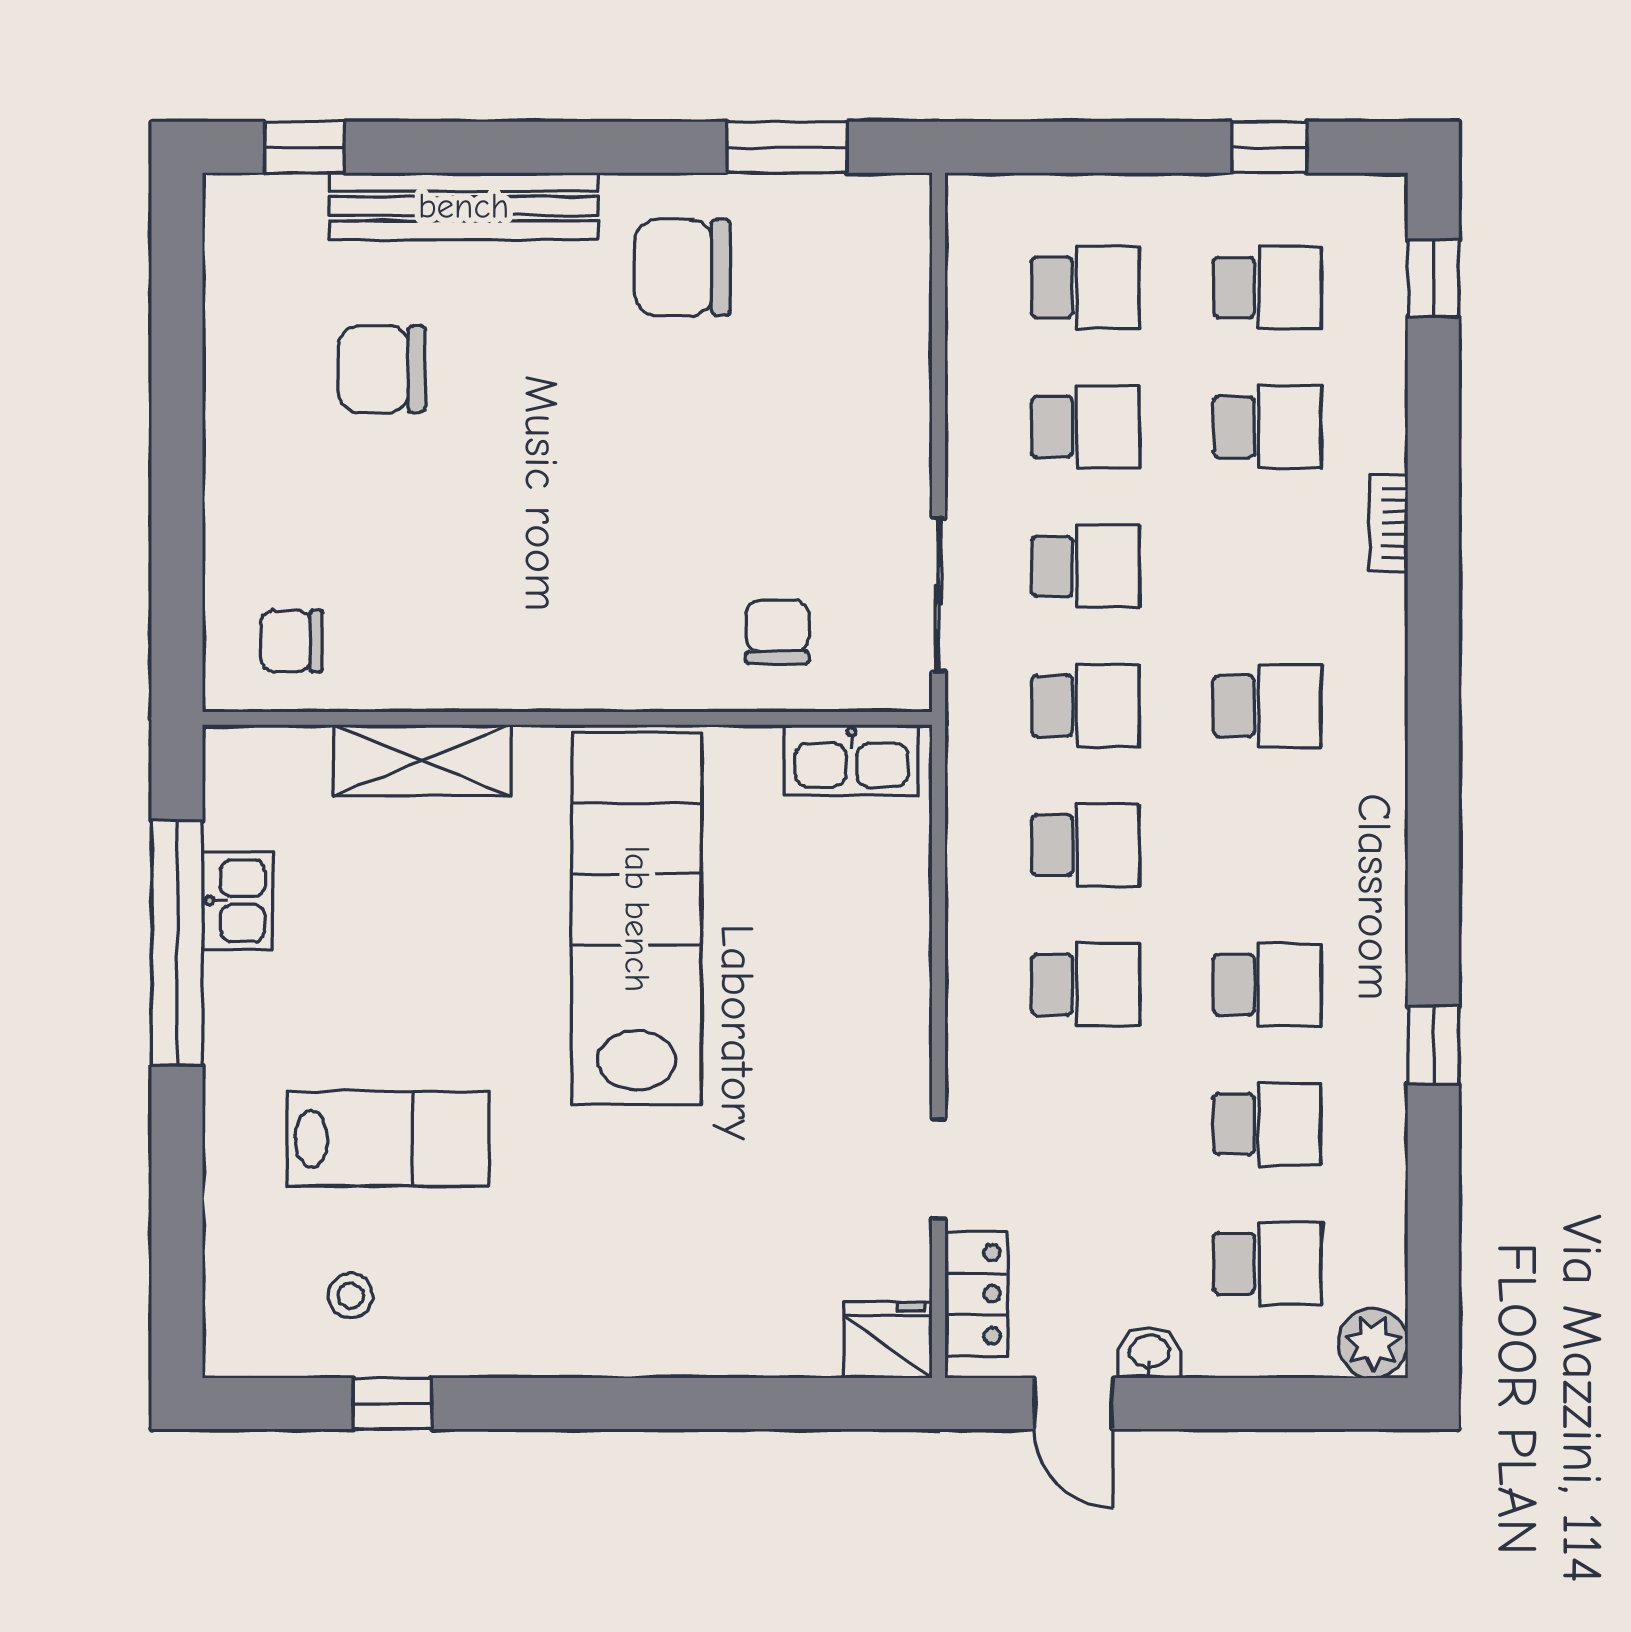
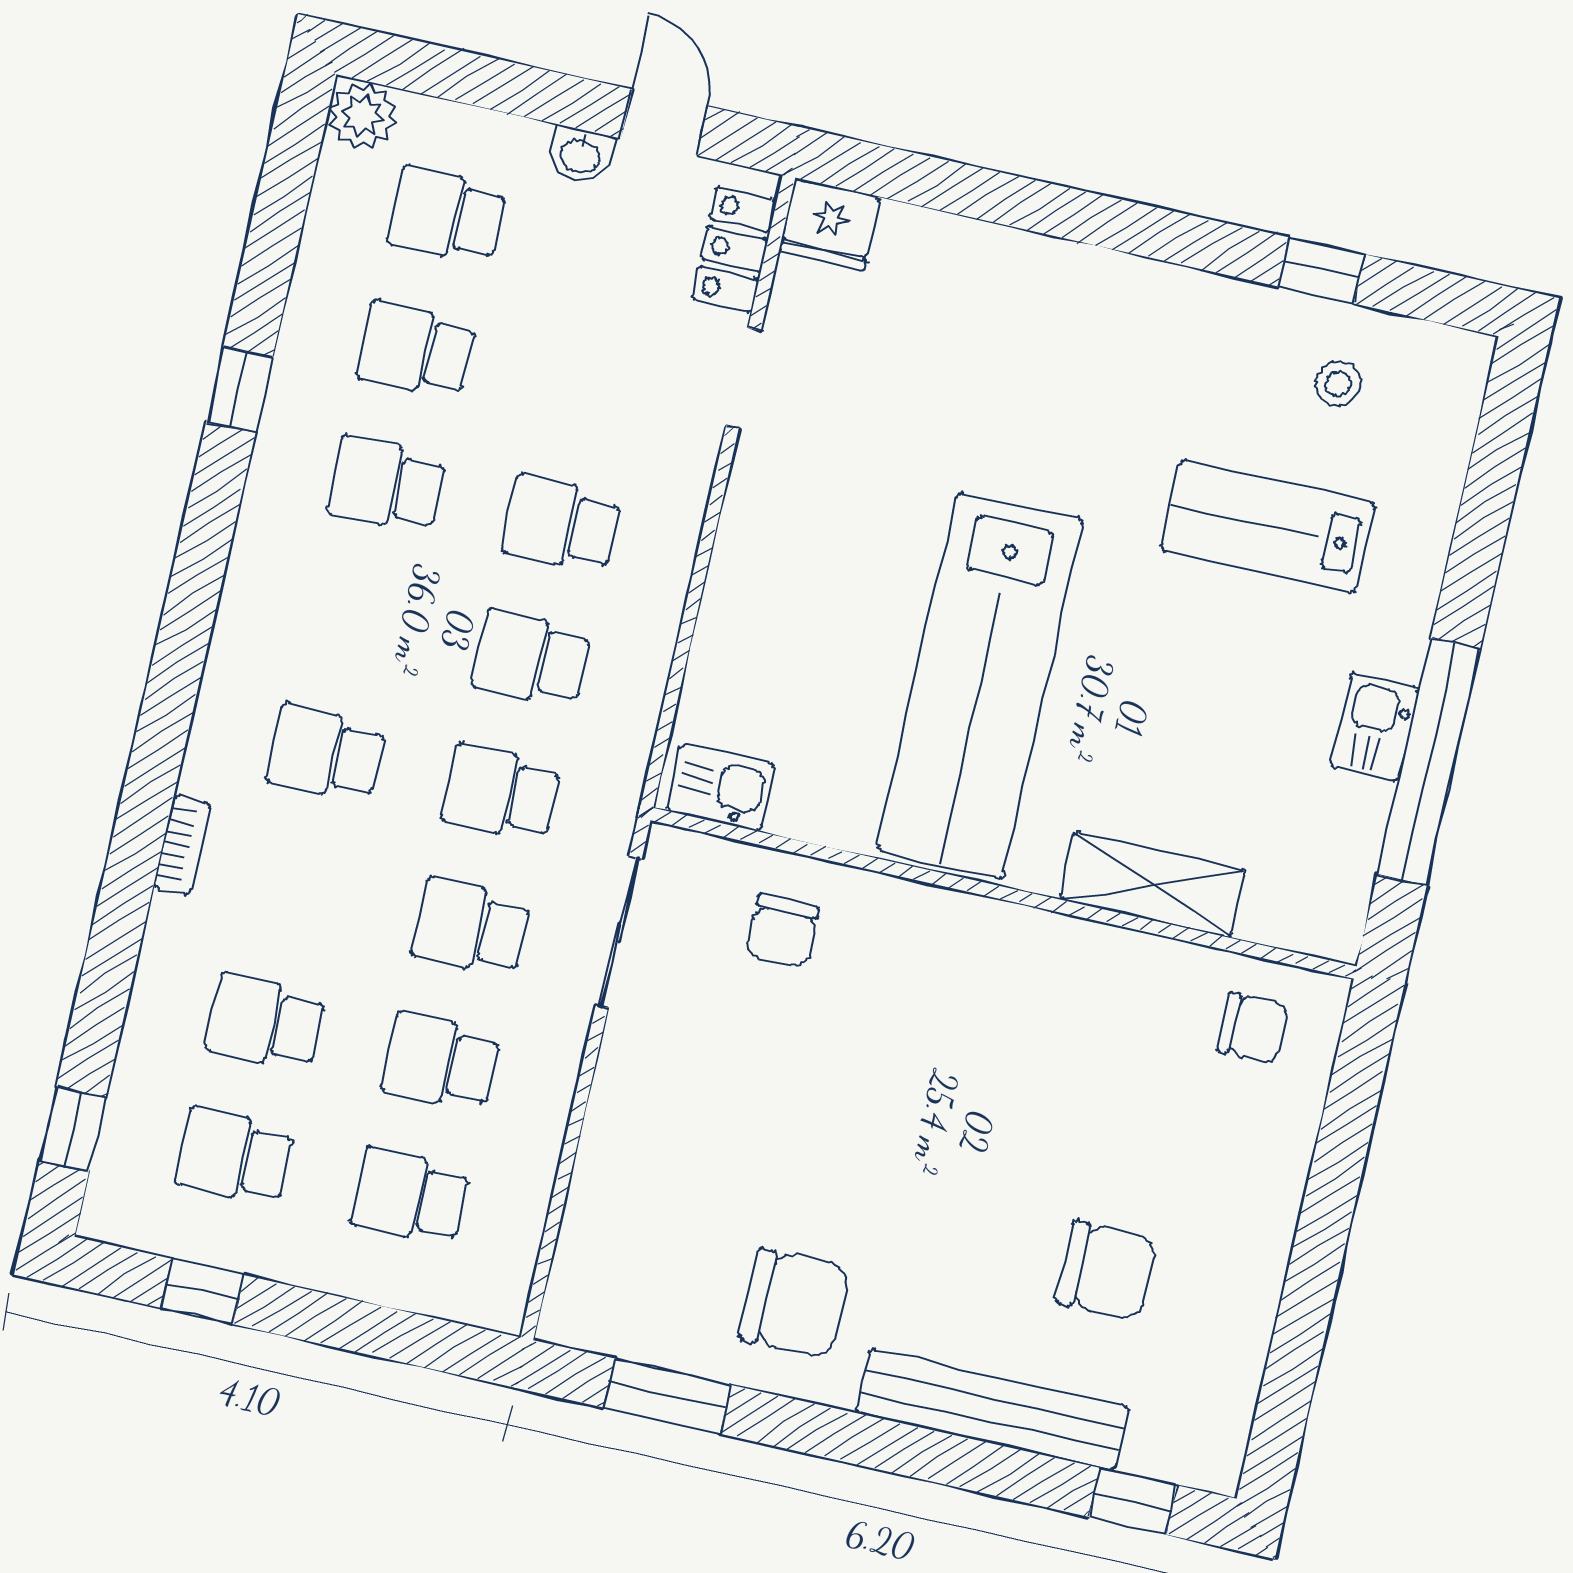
bookcase: (1389, 523) -> (182, 845), moved
kitchen sink: (851, 760) -> (721, 787), width x0.73
kitchen sink: (238, 901) -> (1375, 728), moved

